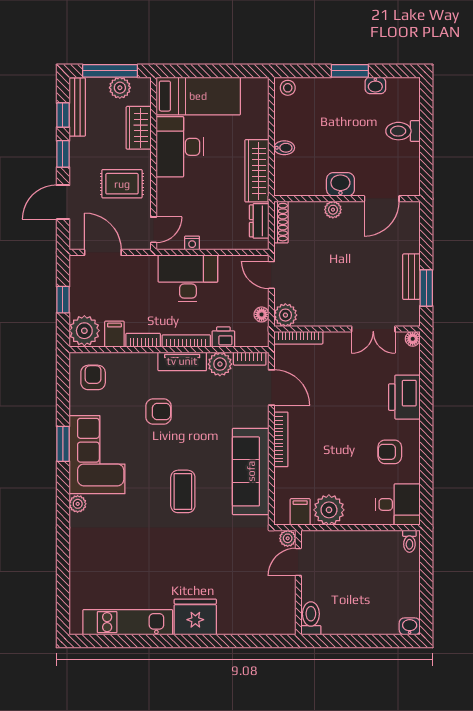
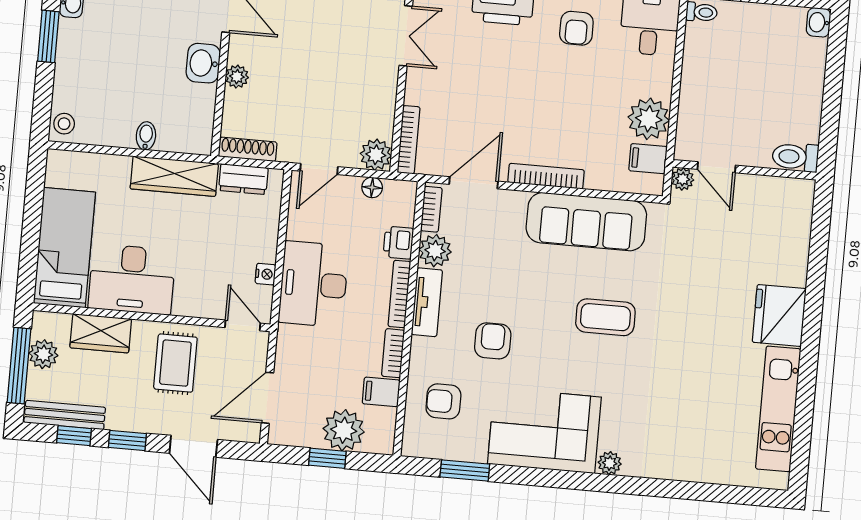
plant: (84, 331) -> (344, 430), moved
armchair: (93, 377) -> (443, 401), moved
window: (63, 444) -> (465, 471), moved

